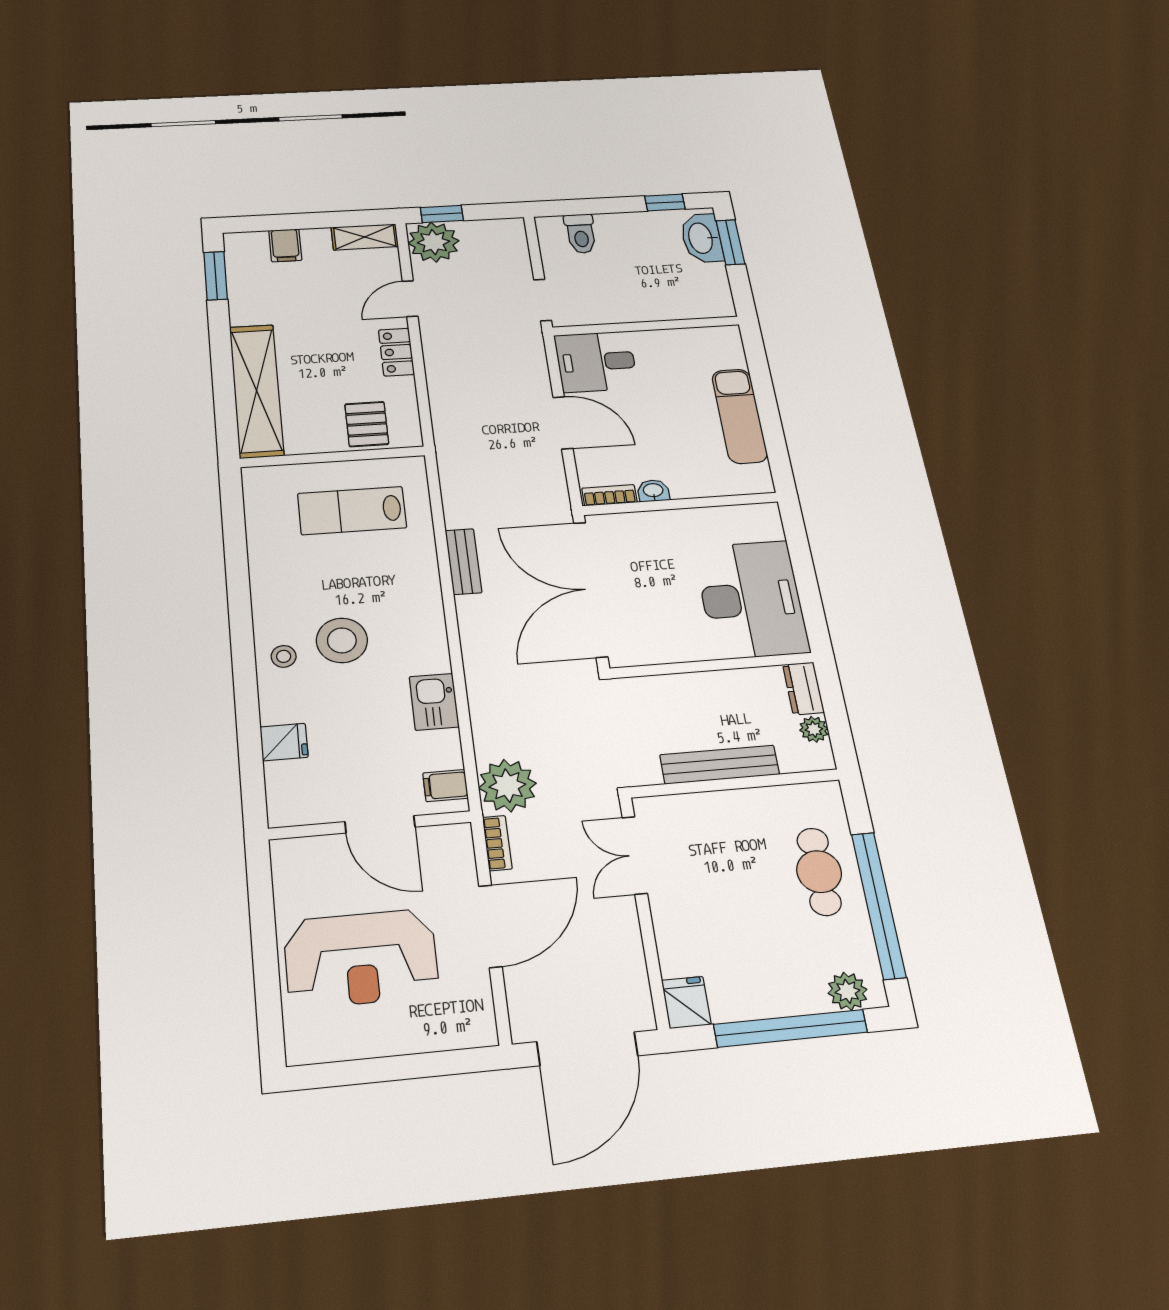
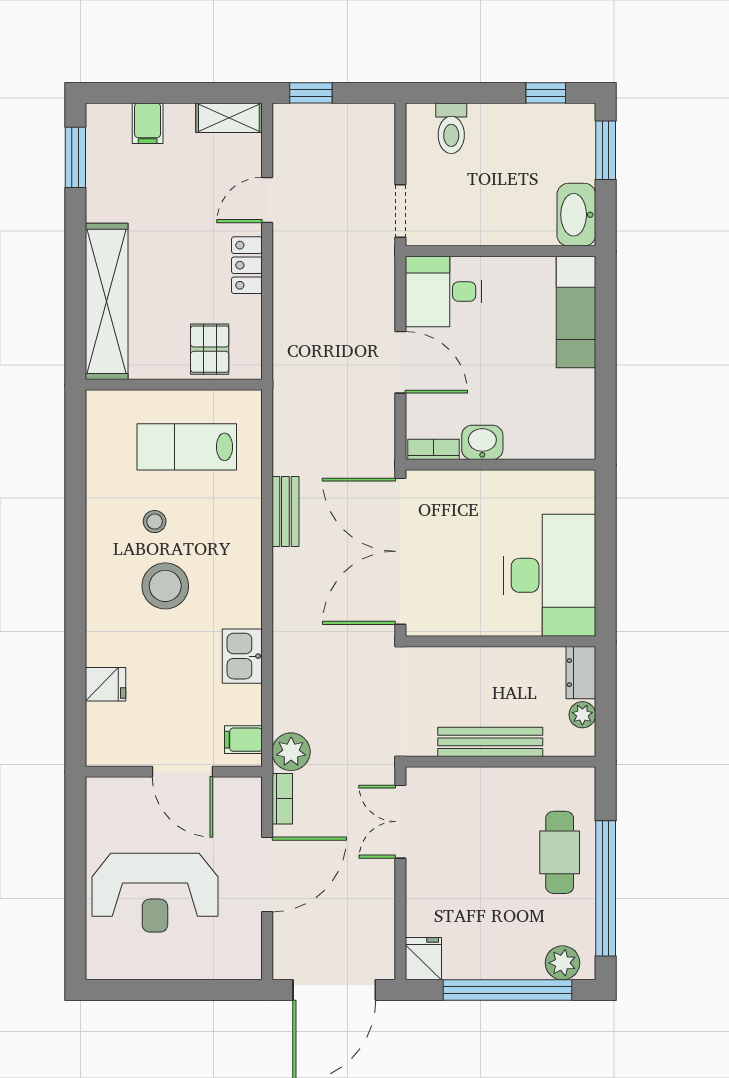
washbasin: (702, 238) -> (576, 215), moved
plant: (434, 242) -> (298, 129), removed
exam couch: (740, 416) -> (576, 312), moved
washbasin: (653, 491) -> (482, 442), width x1.38, depth x1.45
stool: (284, 656) -> (155, 522), moved
plant: (507, 786) -> (291, 752), width x0.73, depth x0.73

